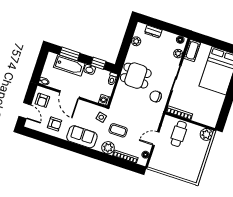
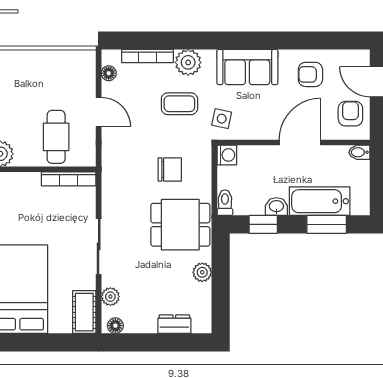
plant: (136, 41) -> (202, 272), moved
door: (69, 95) -> (300, 142), hinge flipped
chair: (156, 96) -> (170, 169), moved
door: (156, 139) -> (99, 112), hinge flipped

